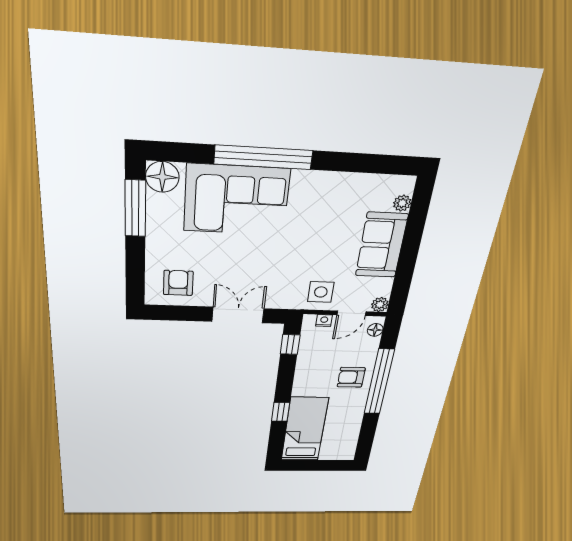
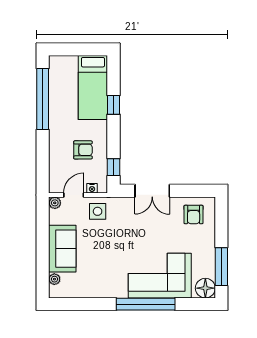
floor lamp: (375, 330) -> (54, 182), removed
armchair: (351, 377) -> (83, 150), moved
window: (379, 382) -> (43, 99), moved

